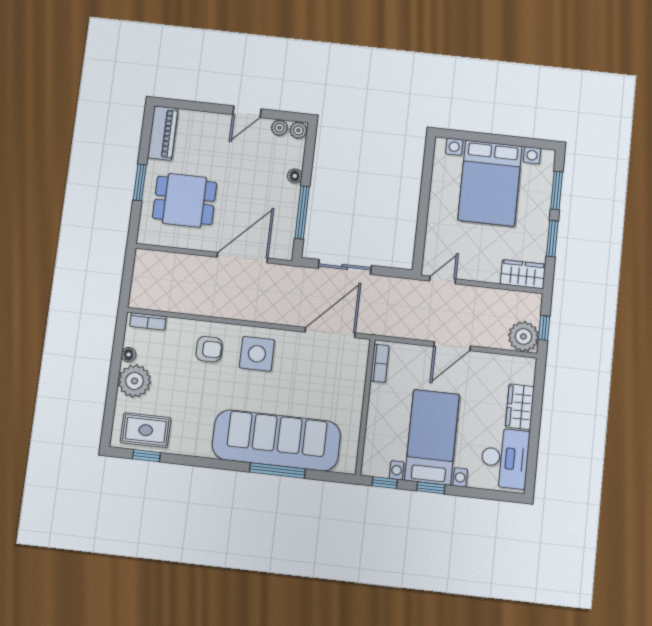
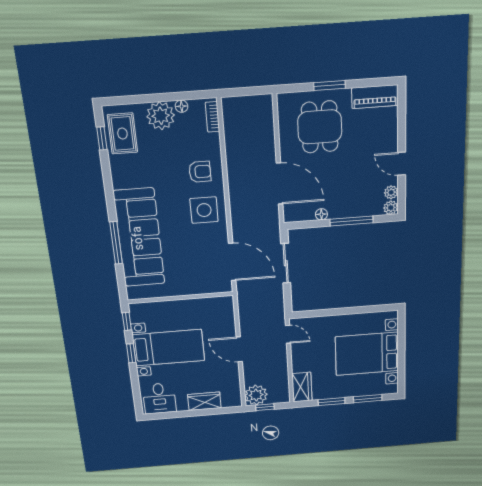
floor lamp: (295, 176) -> (321, 214), moved
window: (302, 212) -> (352, 221), moved
armchair: (209, 349) -> (200, 172), turned -90
bookcase: (380, 363) -> (216, 302), removed
desk: (505, 458) -> (159, 398), width x0.73

